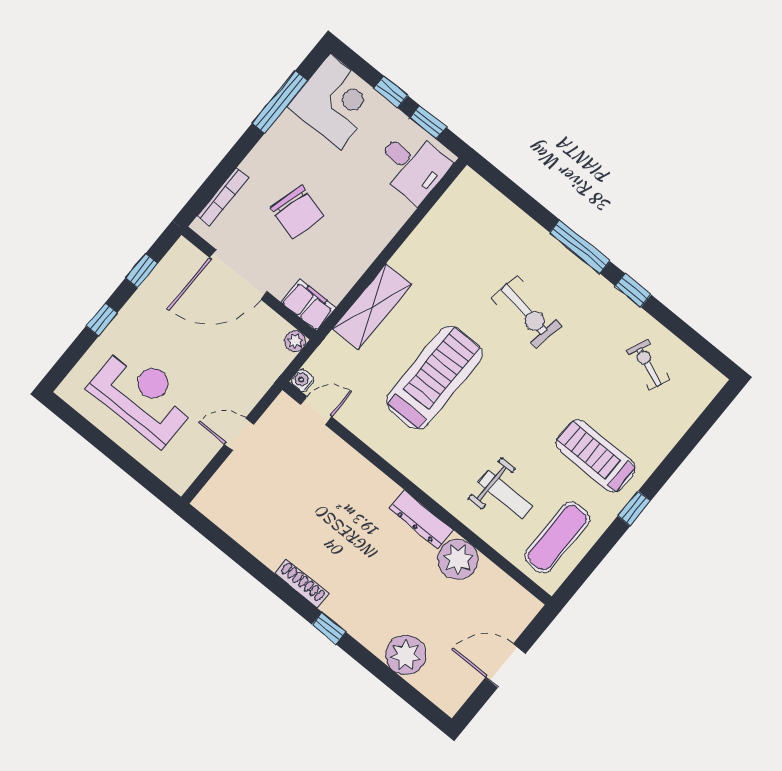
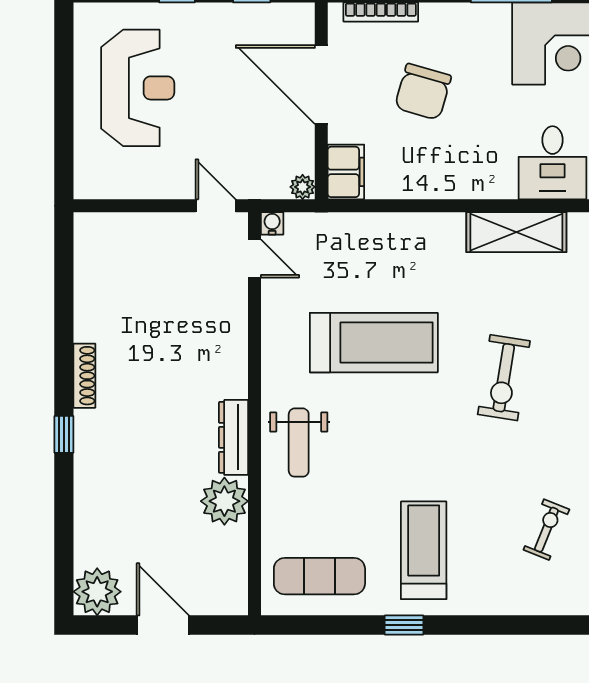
shelving: (373, 306) -> (516, 232), moved
door: (239, 434) -> (216, 206), moved
weight bench: (505, 494) -> (299, 443), moved
plant: (406, 655) -> (97, 592), moved

